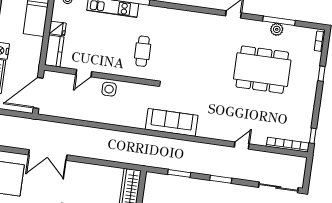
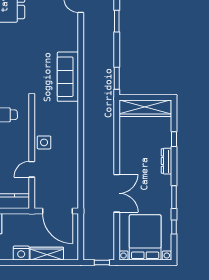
door: (84, 73) -> (32, 169), swing flipped
window: (179, 173) -> (117, 78), moved

